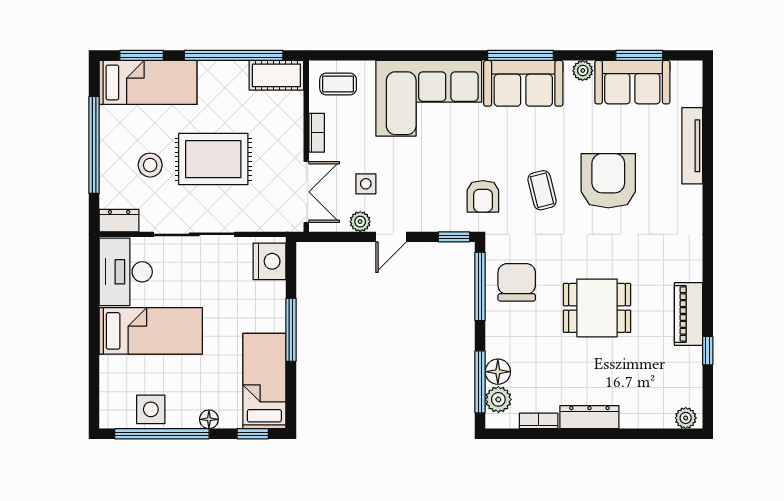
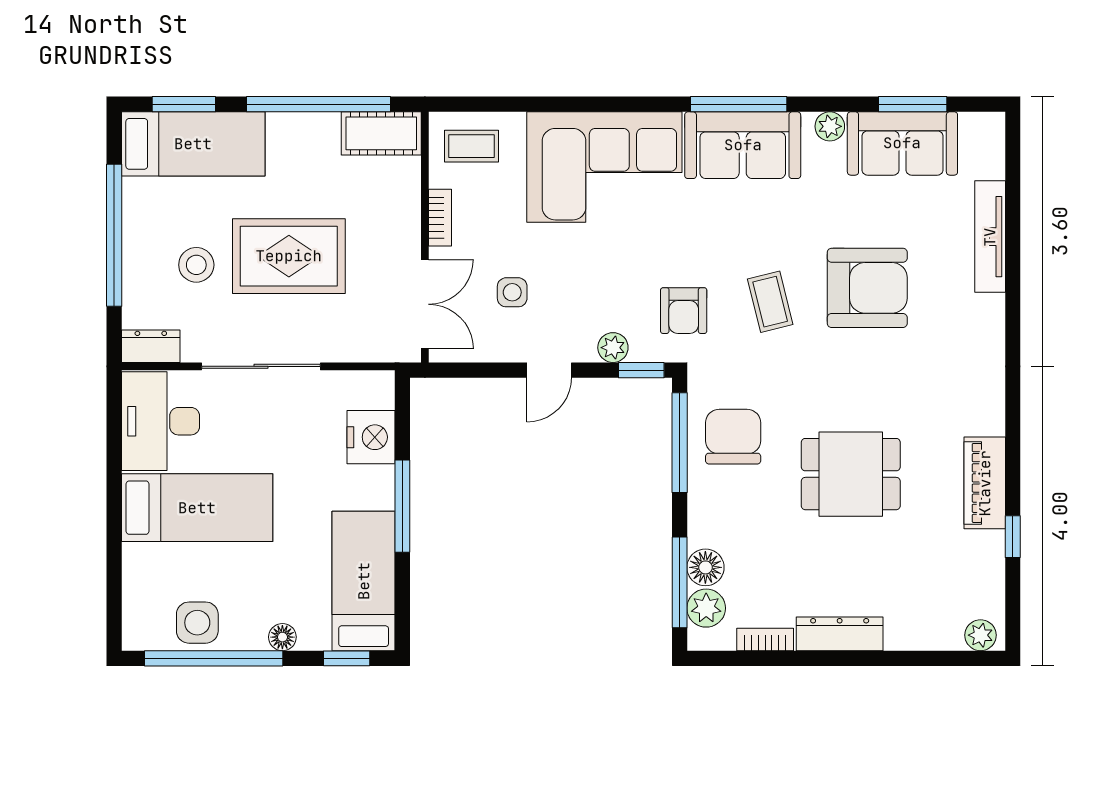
armchair: (608, 181) -> (867, 288), turned 90
plant: (360, 222) -> (613, 348), moved
nightstand: (269, 261) -> (371, 437), moved

